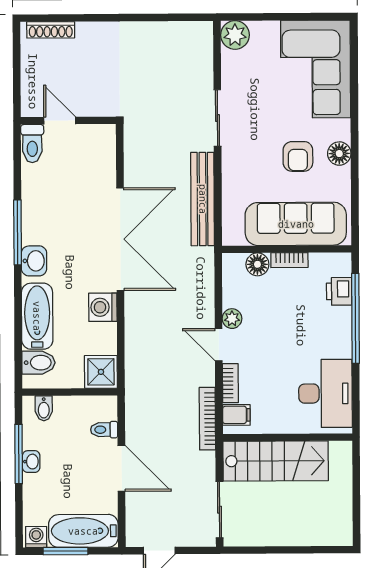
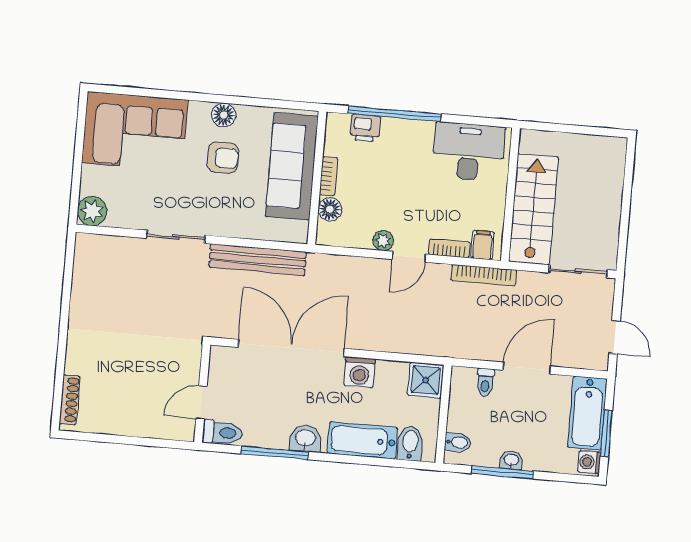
door: (60, 121) -> (201, 402), moved
wall: (68, 121) -> (202, 393), moved
toilet: (32, 143) -> (222, 433), moved

